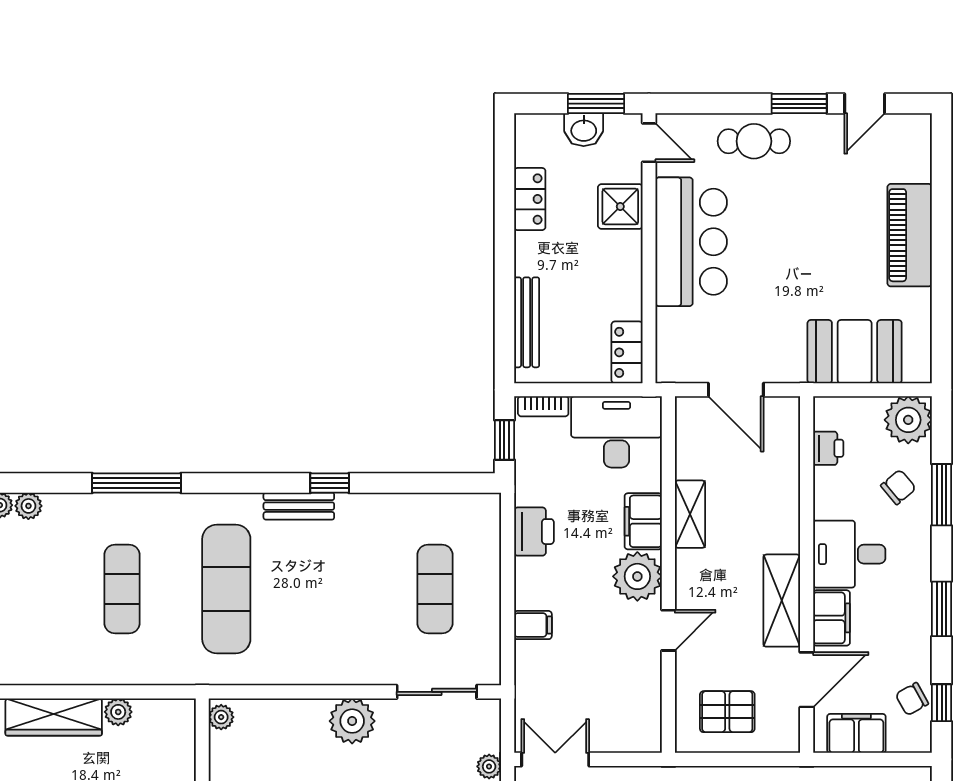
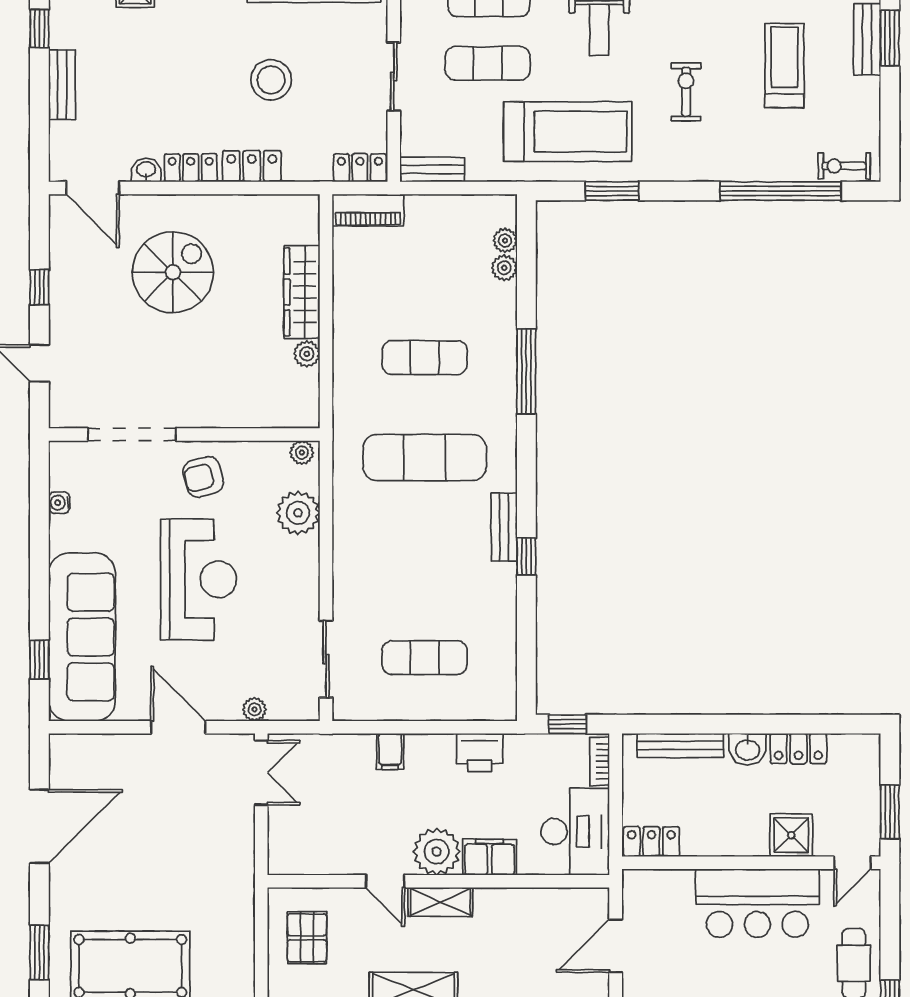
washbasin: (584, 130) -> (747, 749), moved, turned -90
shelving: (690, 514) -> (440, 902), moved
plant: (352, 721) -> (298, 513), moved

